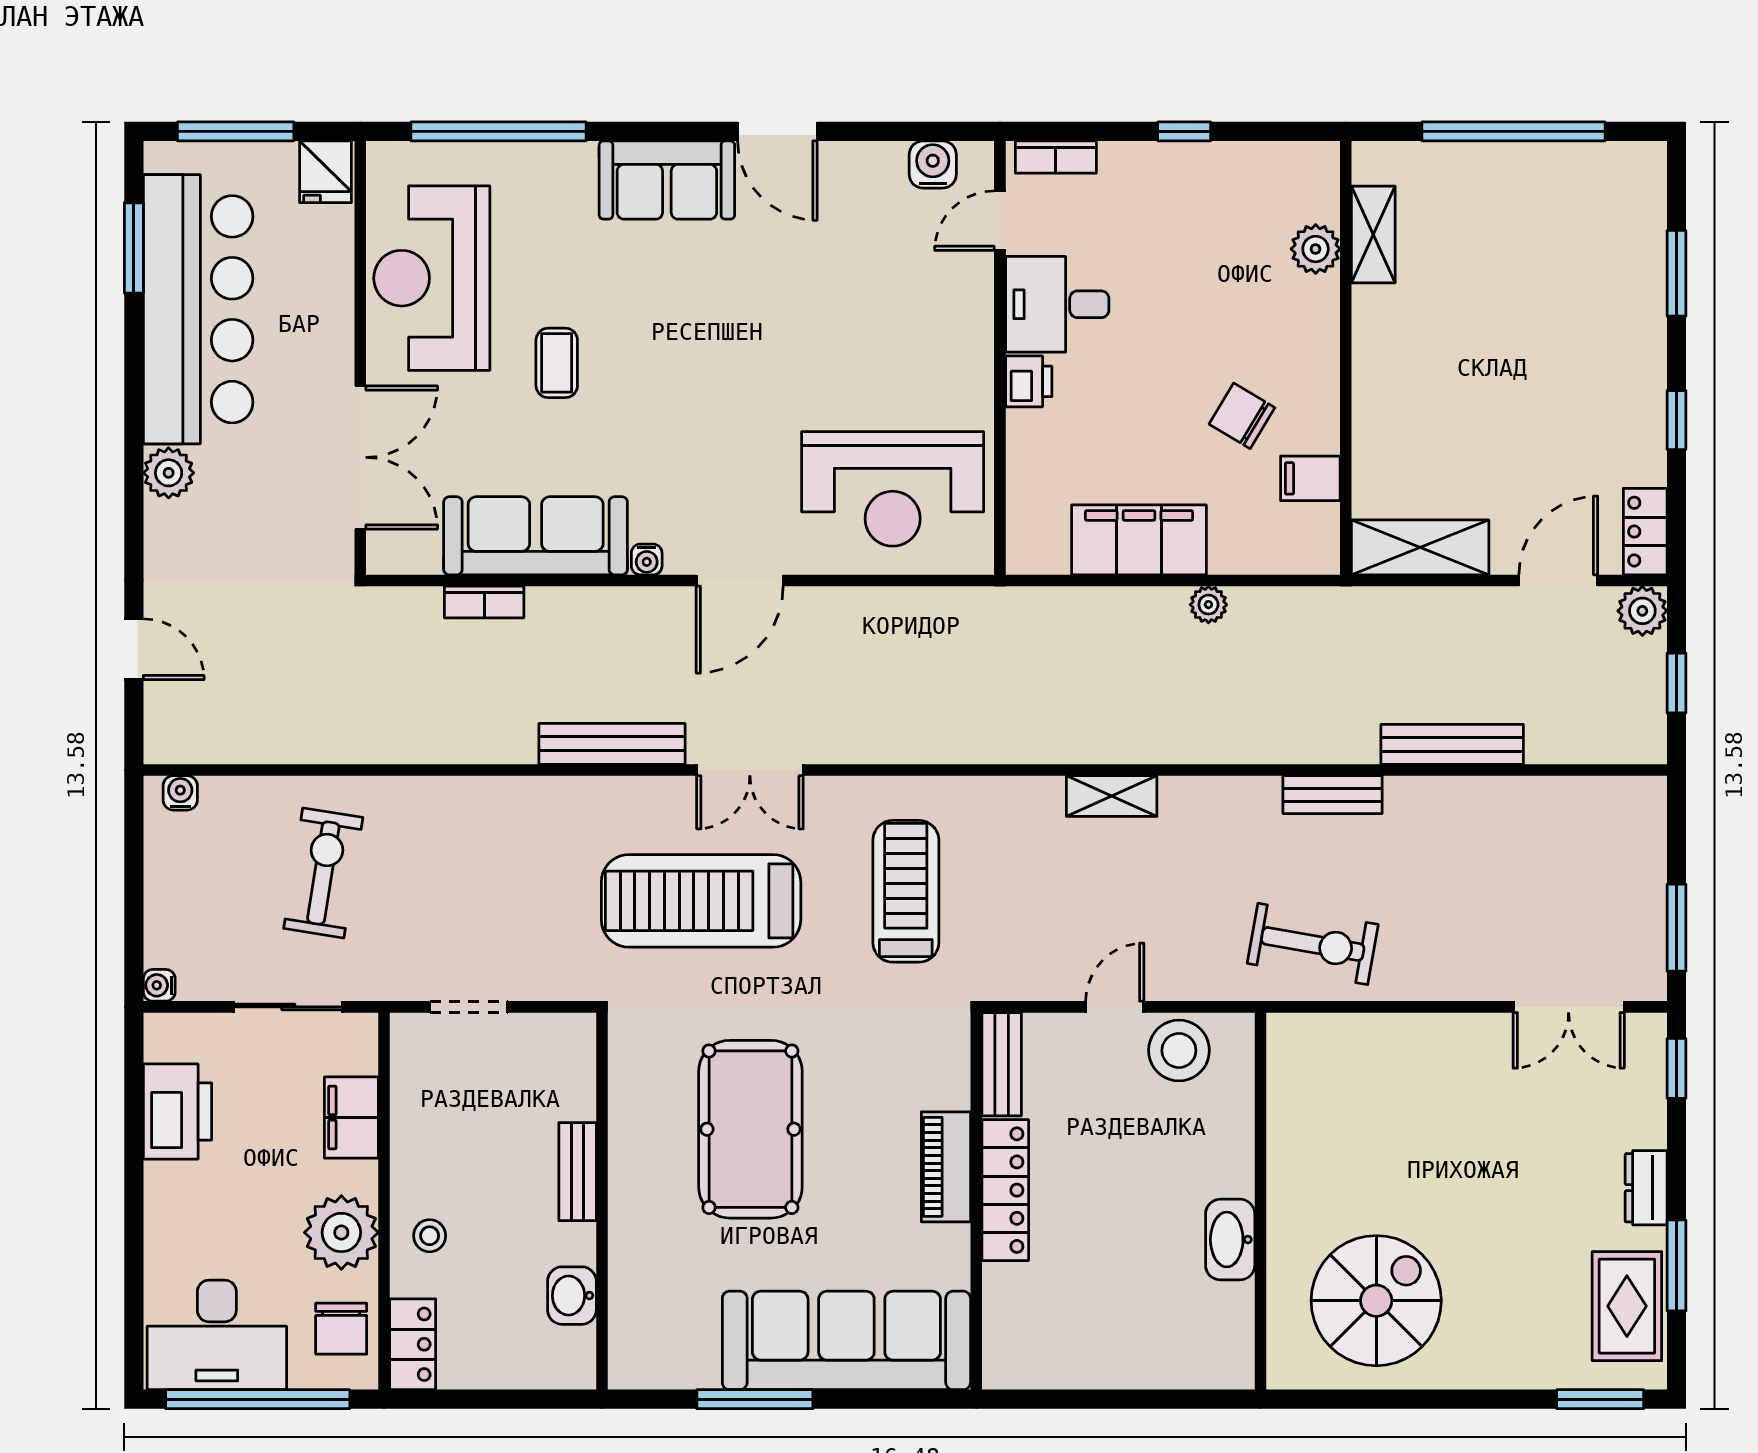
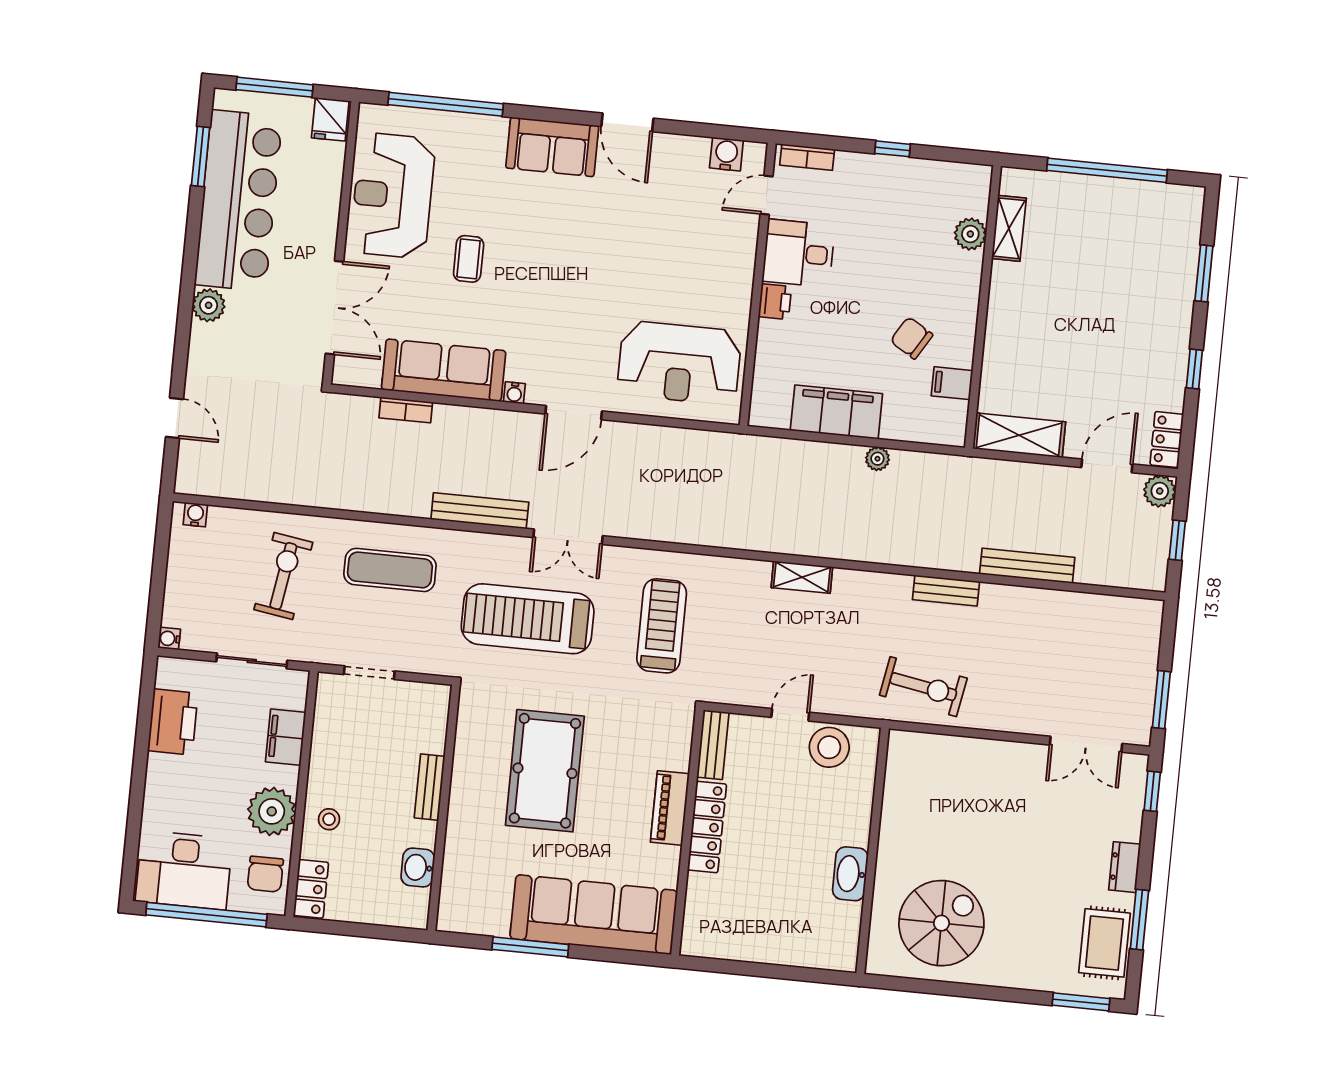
exercise mat: (484, 848) -> (390, 570), added

